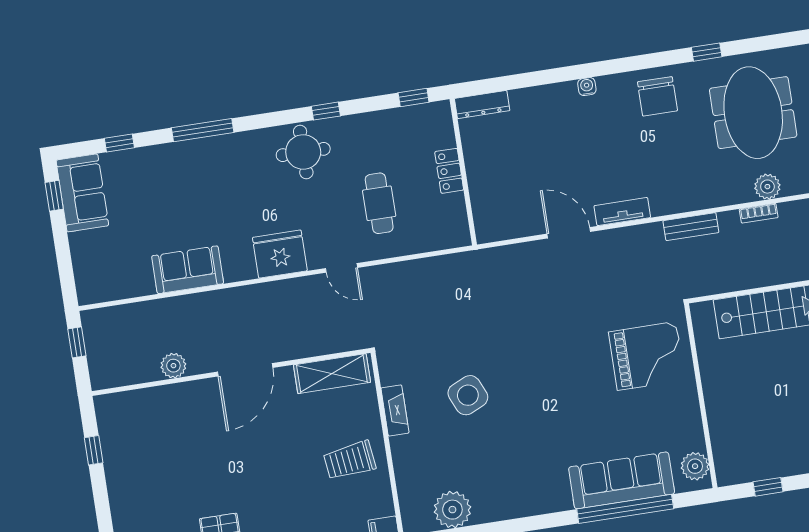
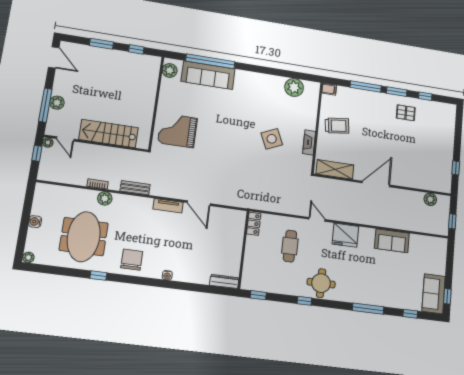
locker: (449, 171) -> (254, 224), moved
plant: (767, 187) -> (105, 198), moved
plant: (173, 366) -> (430, 199), moved

